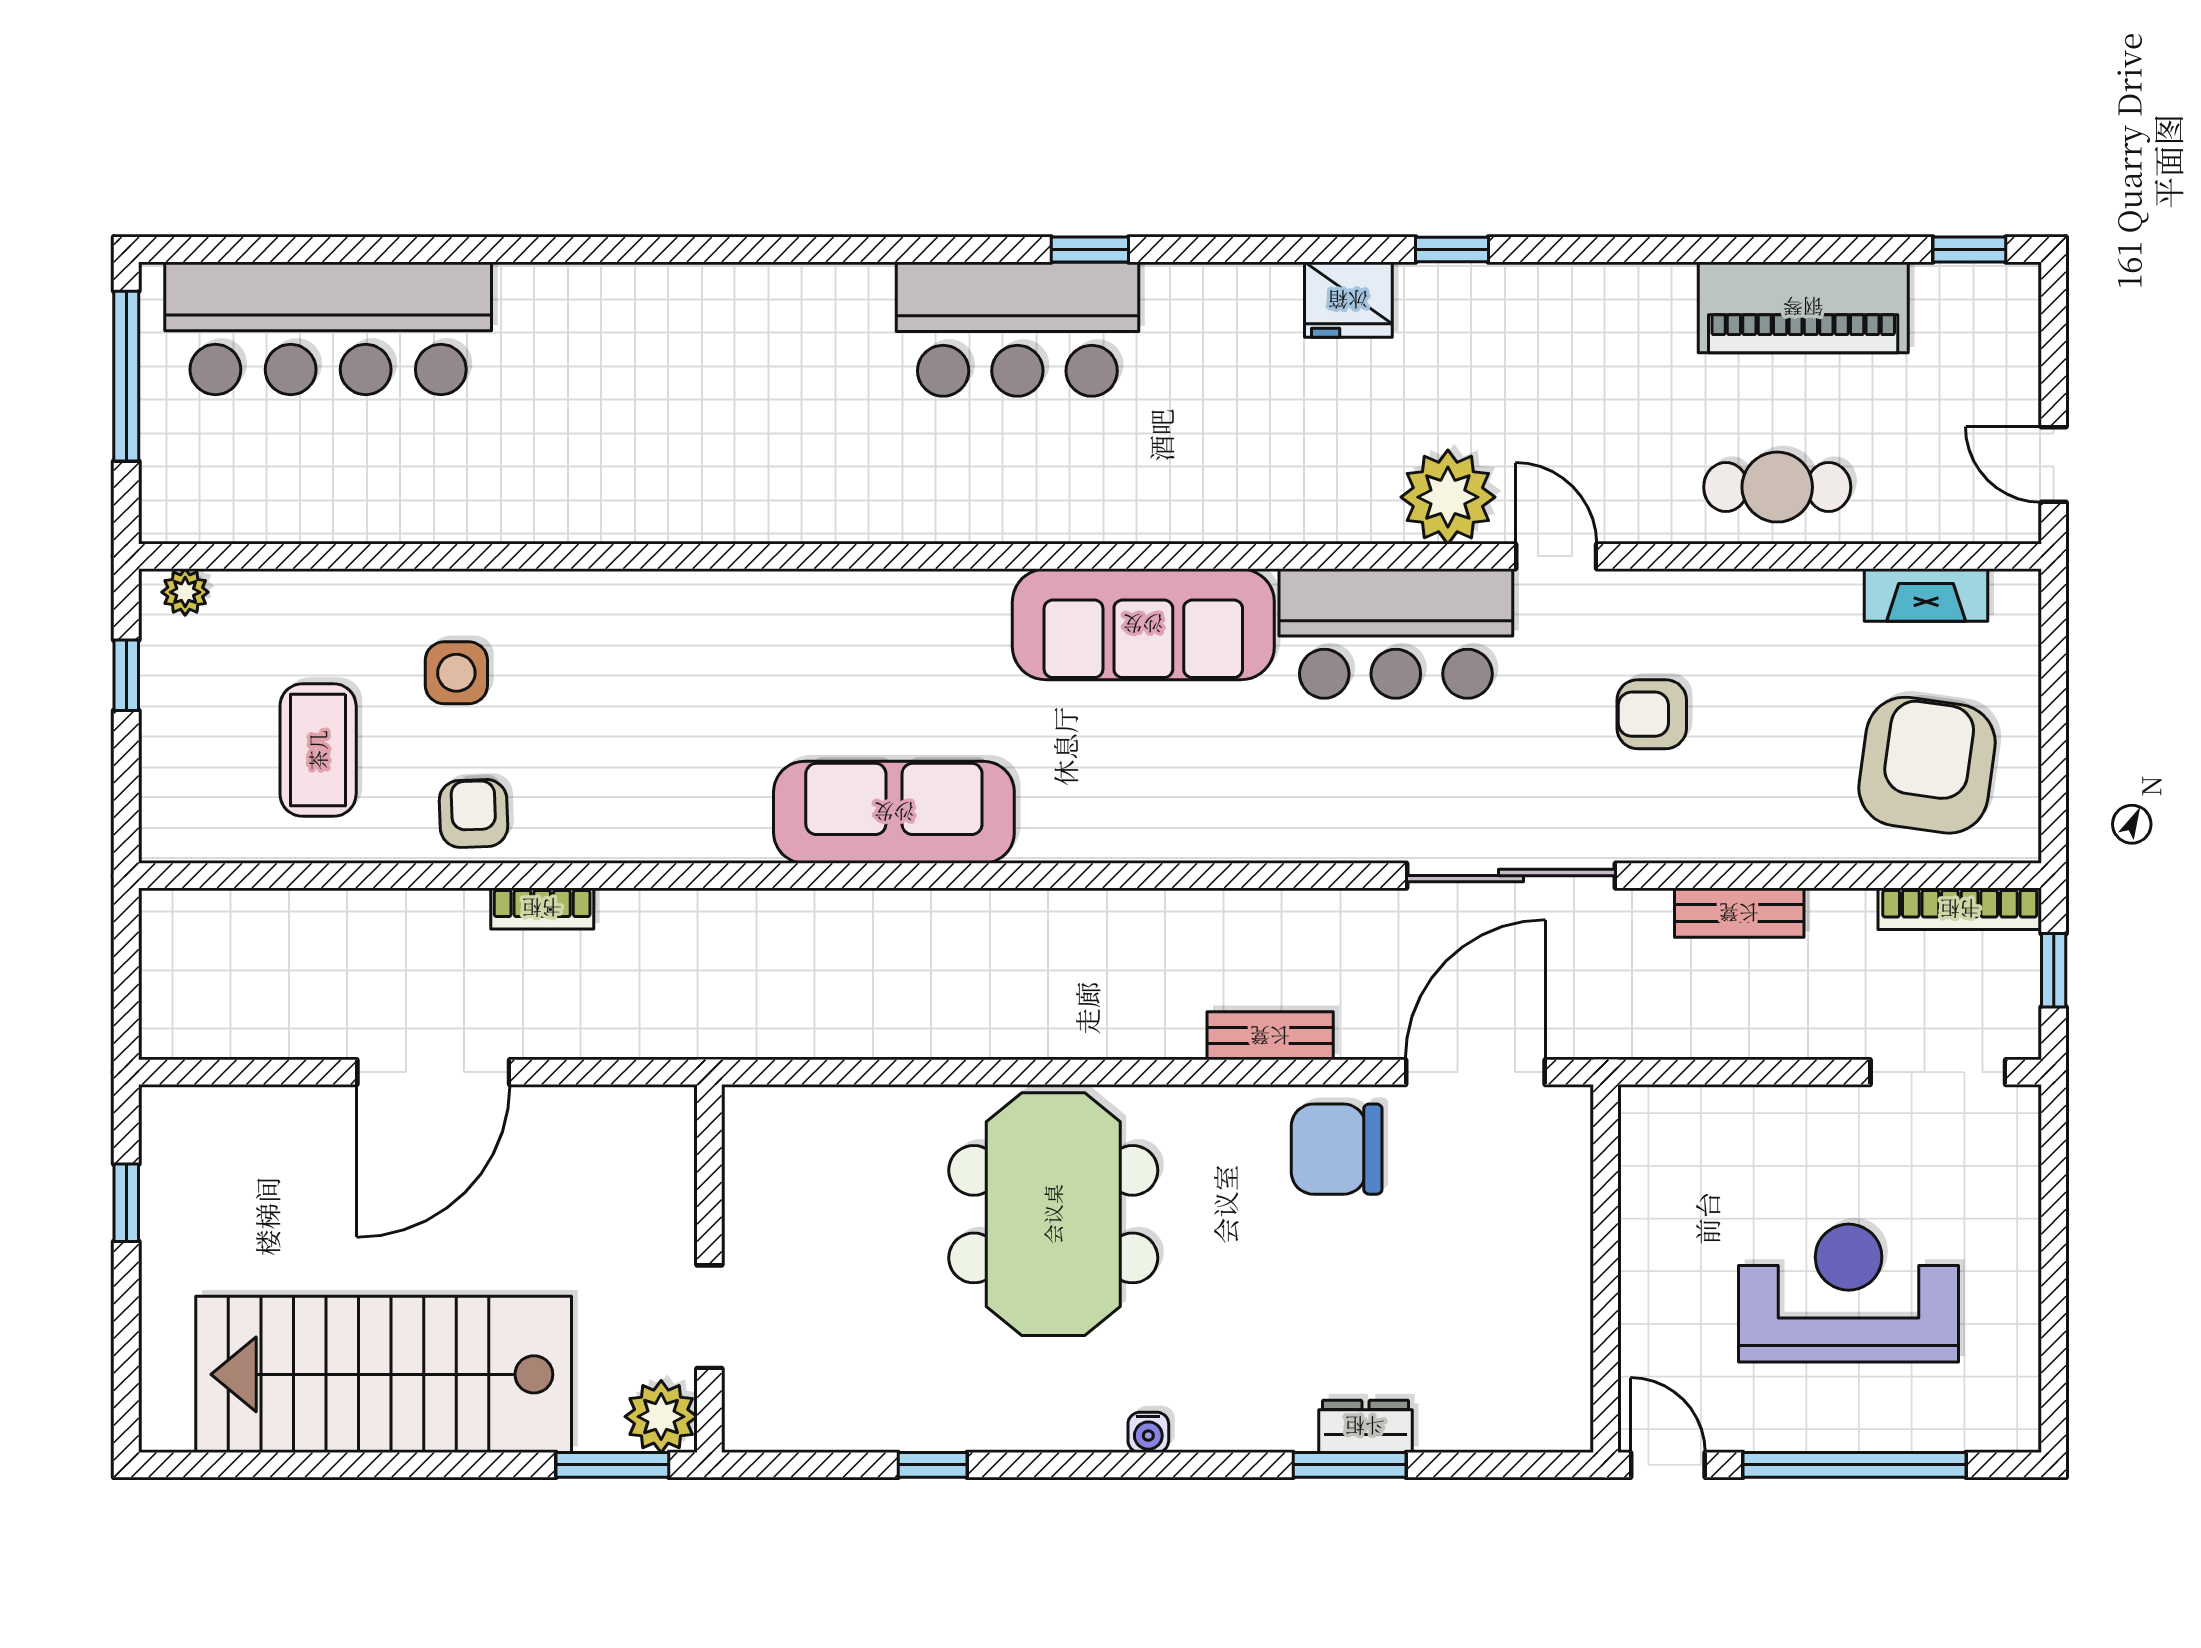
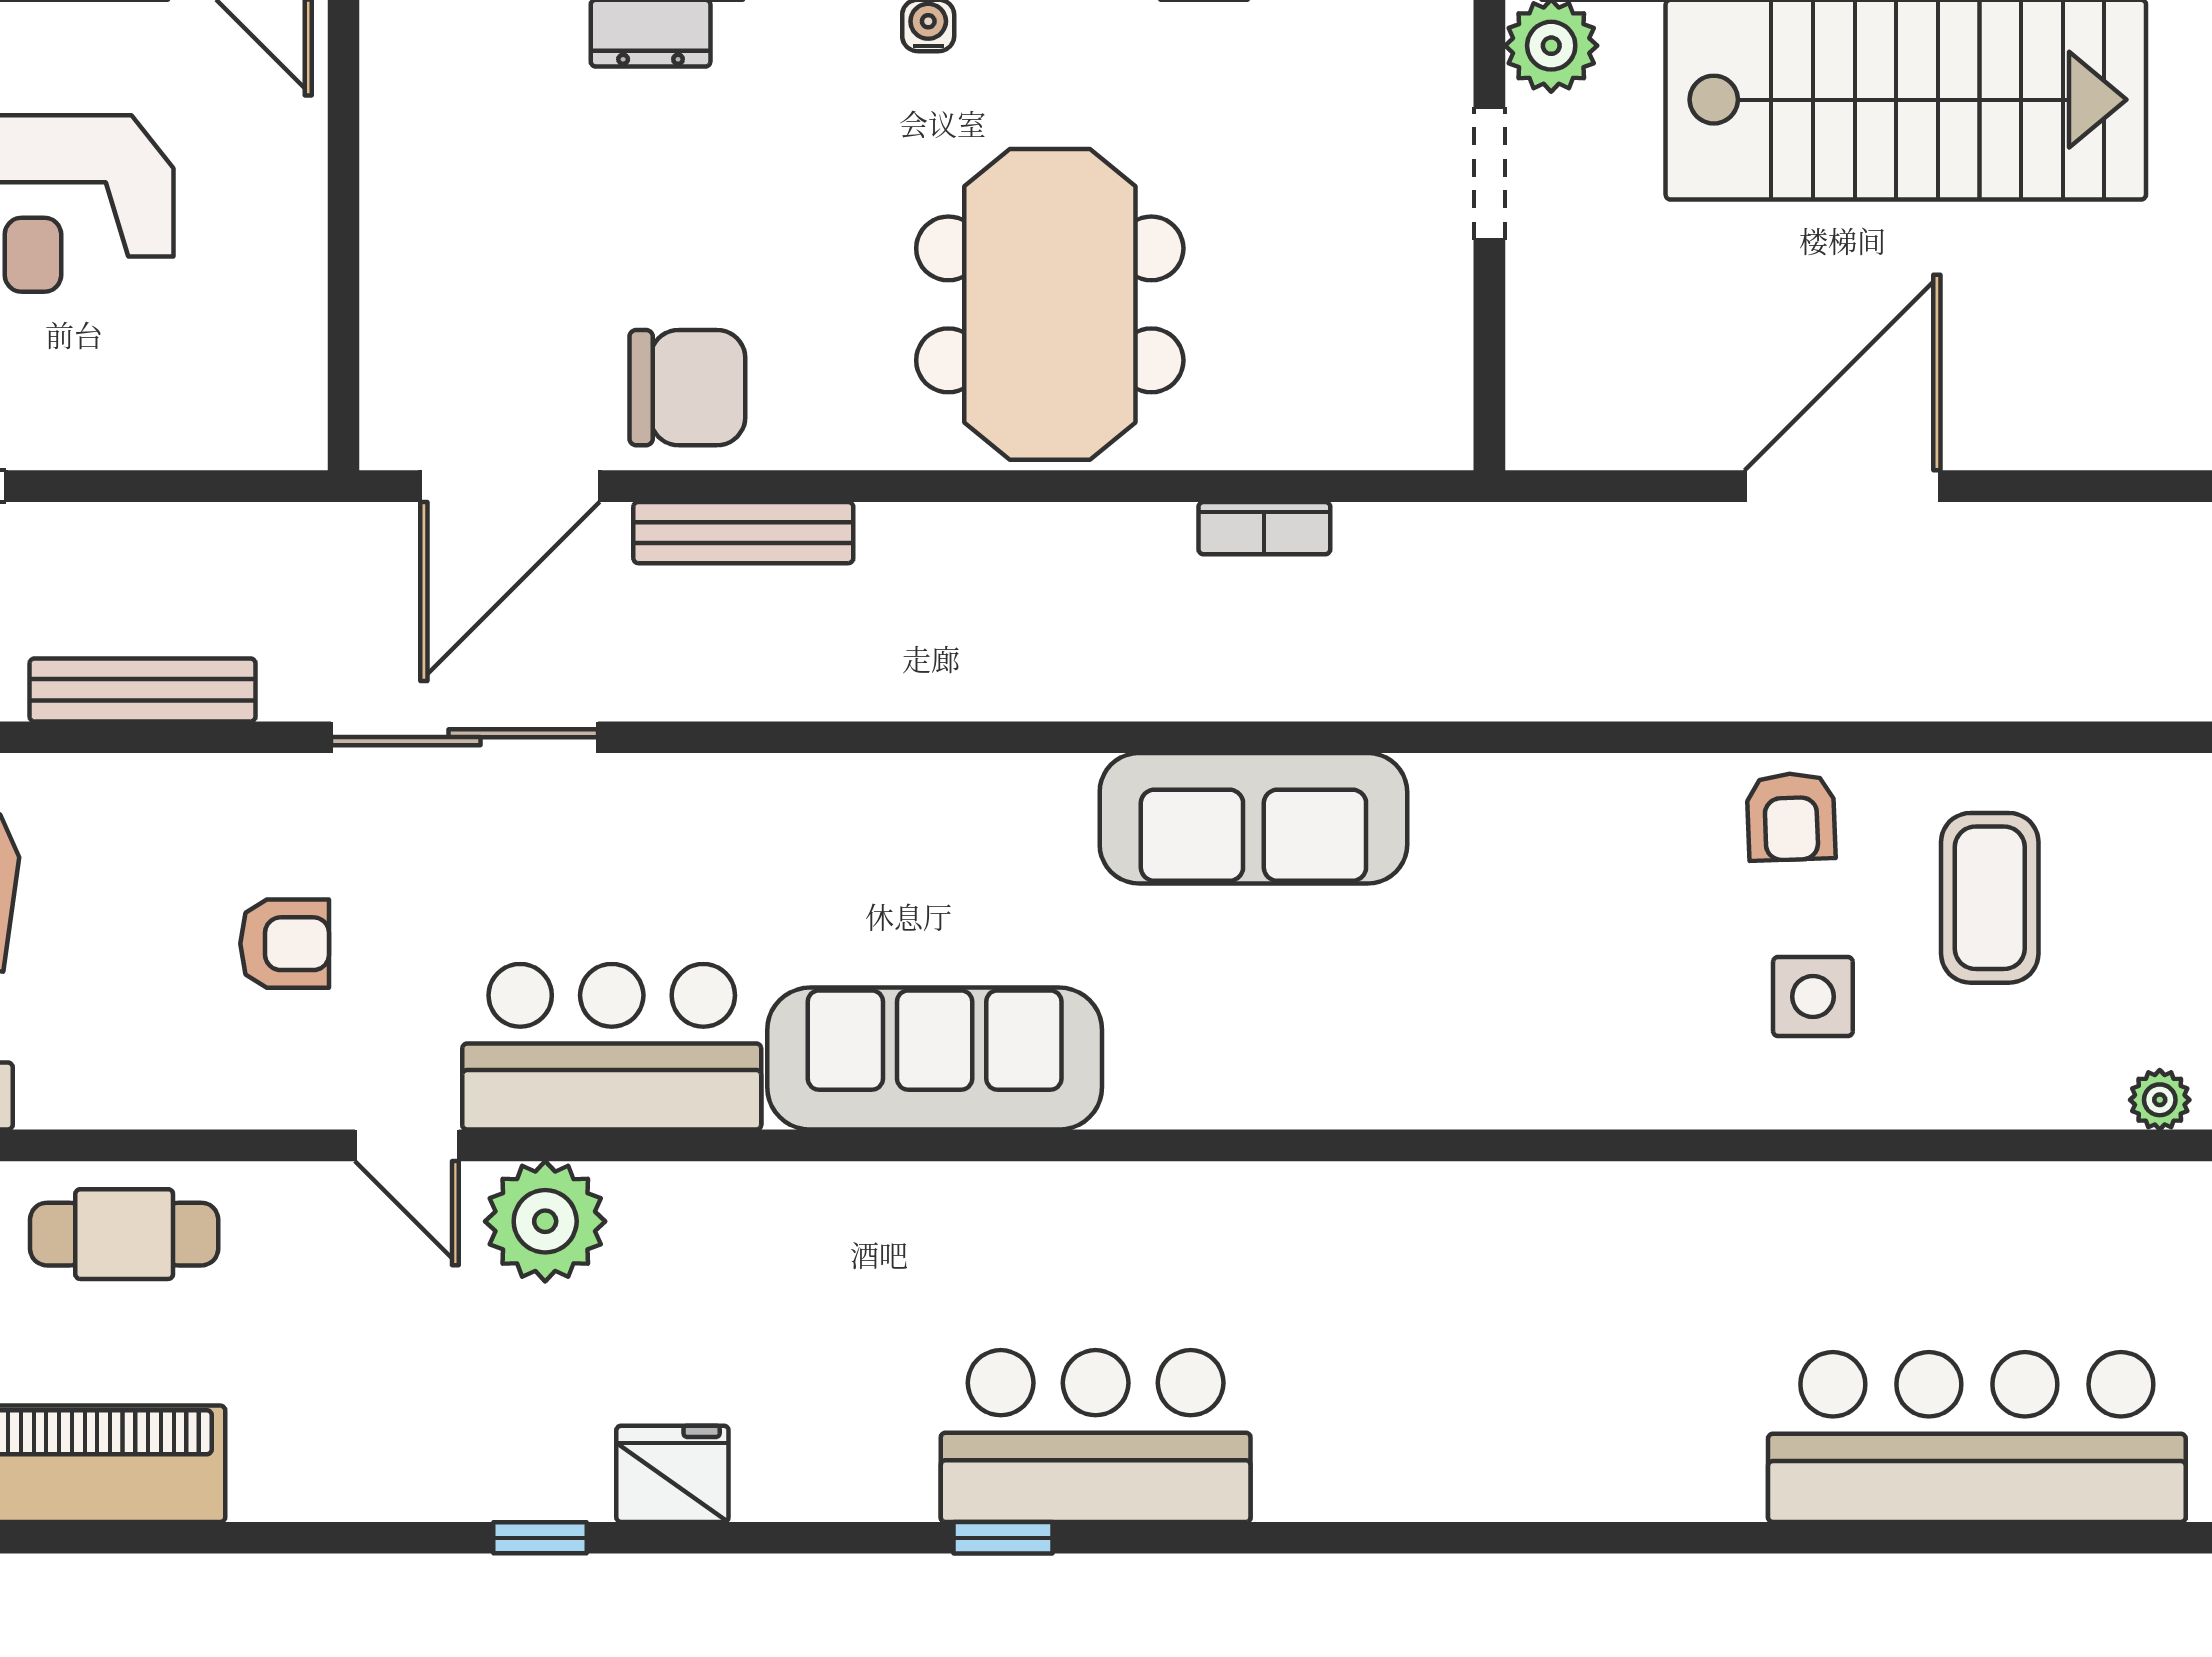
bookcase: (542, 908) -> (1264, 528), moved, turned 180
bench: (1739, 913) -> (143, 690), width x1.36
bench: (1270, 1036) -> (743, 533), width x1.36

